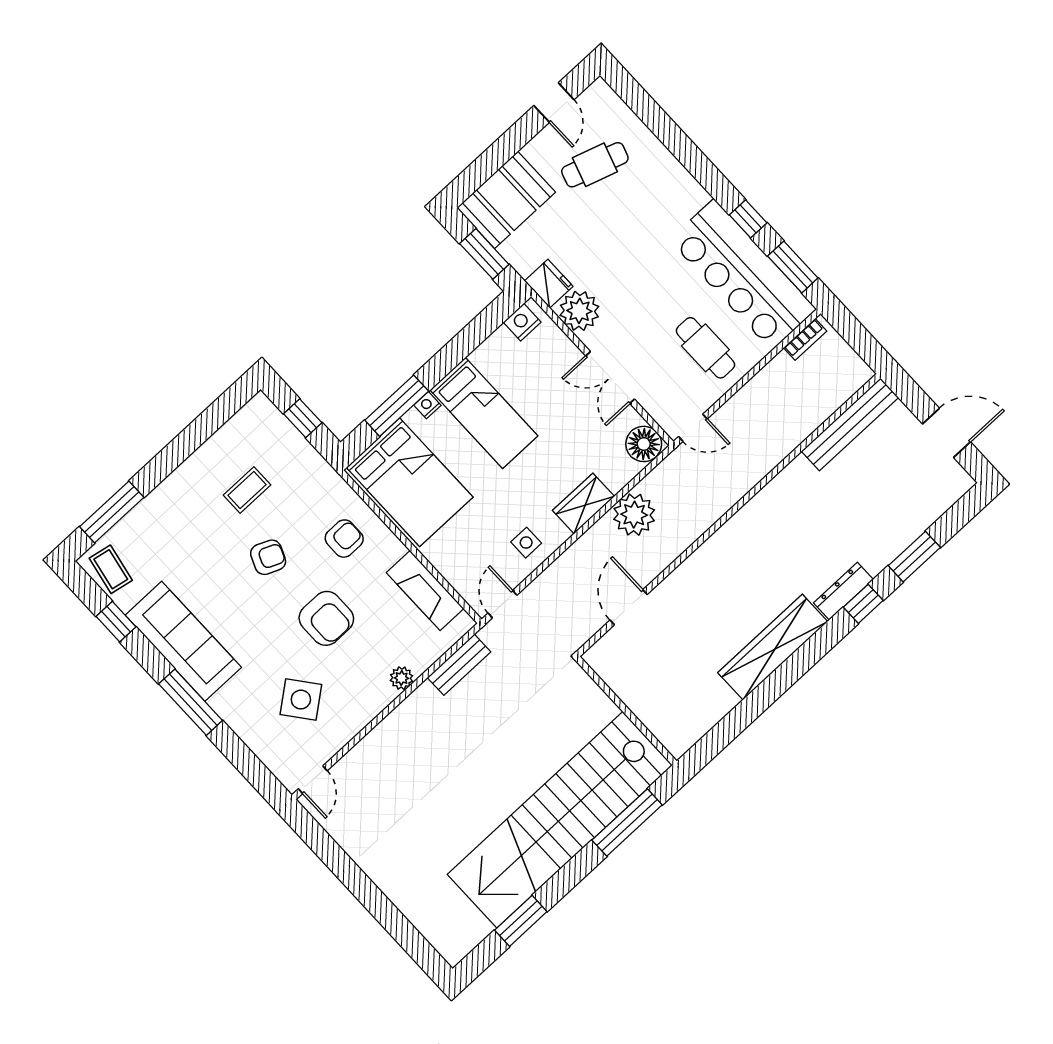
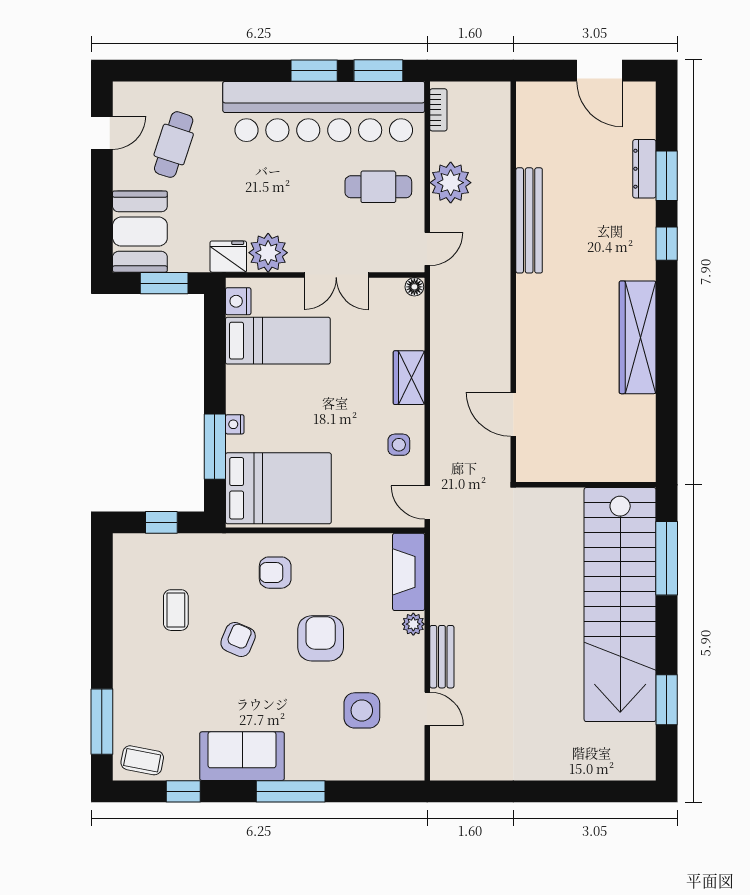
door: (554, 103) -> (102, 133), hinge flipped
window: (748, 219) -> (314, 71), width x1.50
bar counter: (743, 275) -> (324, 111), width x1.36
bed: (484, 413) -> (278, 341), moved
bench: (850, 424) -> (529, 220), moved
door: (946, 433) -> (599, 71), swing flipped
floor lamp: (644, 444) -> (414, 287), width x0.53, depth x0.53
plant: (634, 515) -> (451, 183), moved
armchair: (344, 539) -> (275, 573), turned -90
fireplace: (425, 591) -> (409, 572), moved, turned 90
dresser: (843, 591) -> (644, 169), moved
armchair: (326, 618) -> (321, 638), turned -90
sofa: (183, 641) -> (242, 756), width x0.73
bench: (459, 665) -> (442, 657), moved
side table: (301, 700) -> (362, 710), turned 38
door: (313, 780) -> (427, 709), moved

